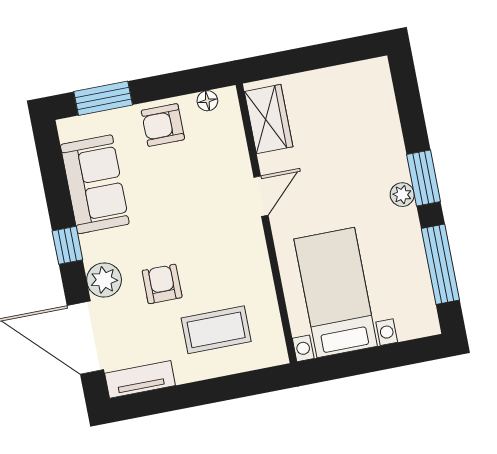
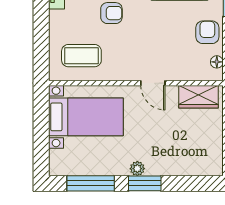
coffee table: (216, 330) -> (81, 56), moved, turned 90

